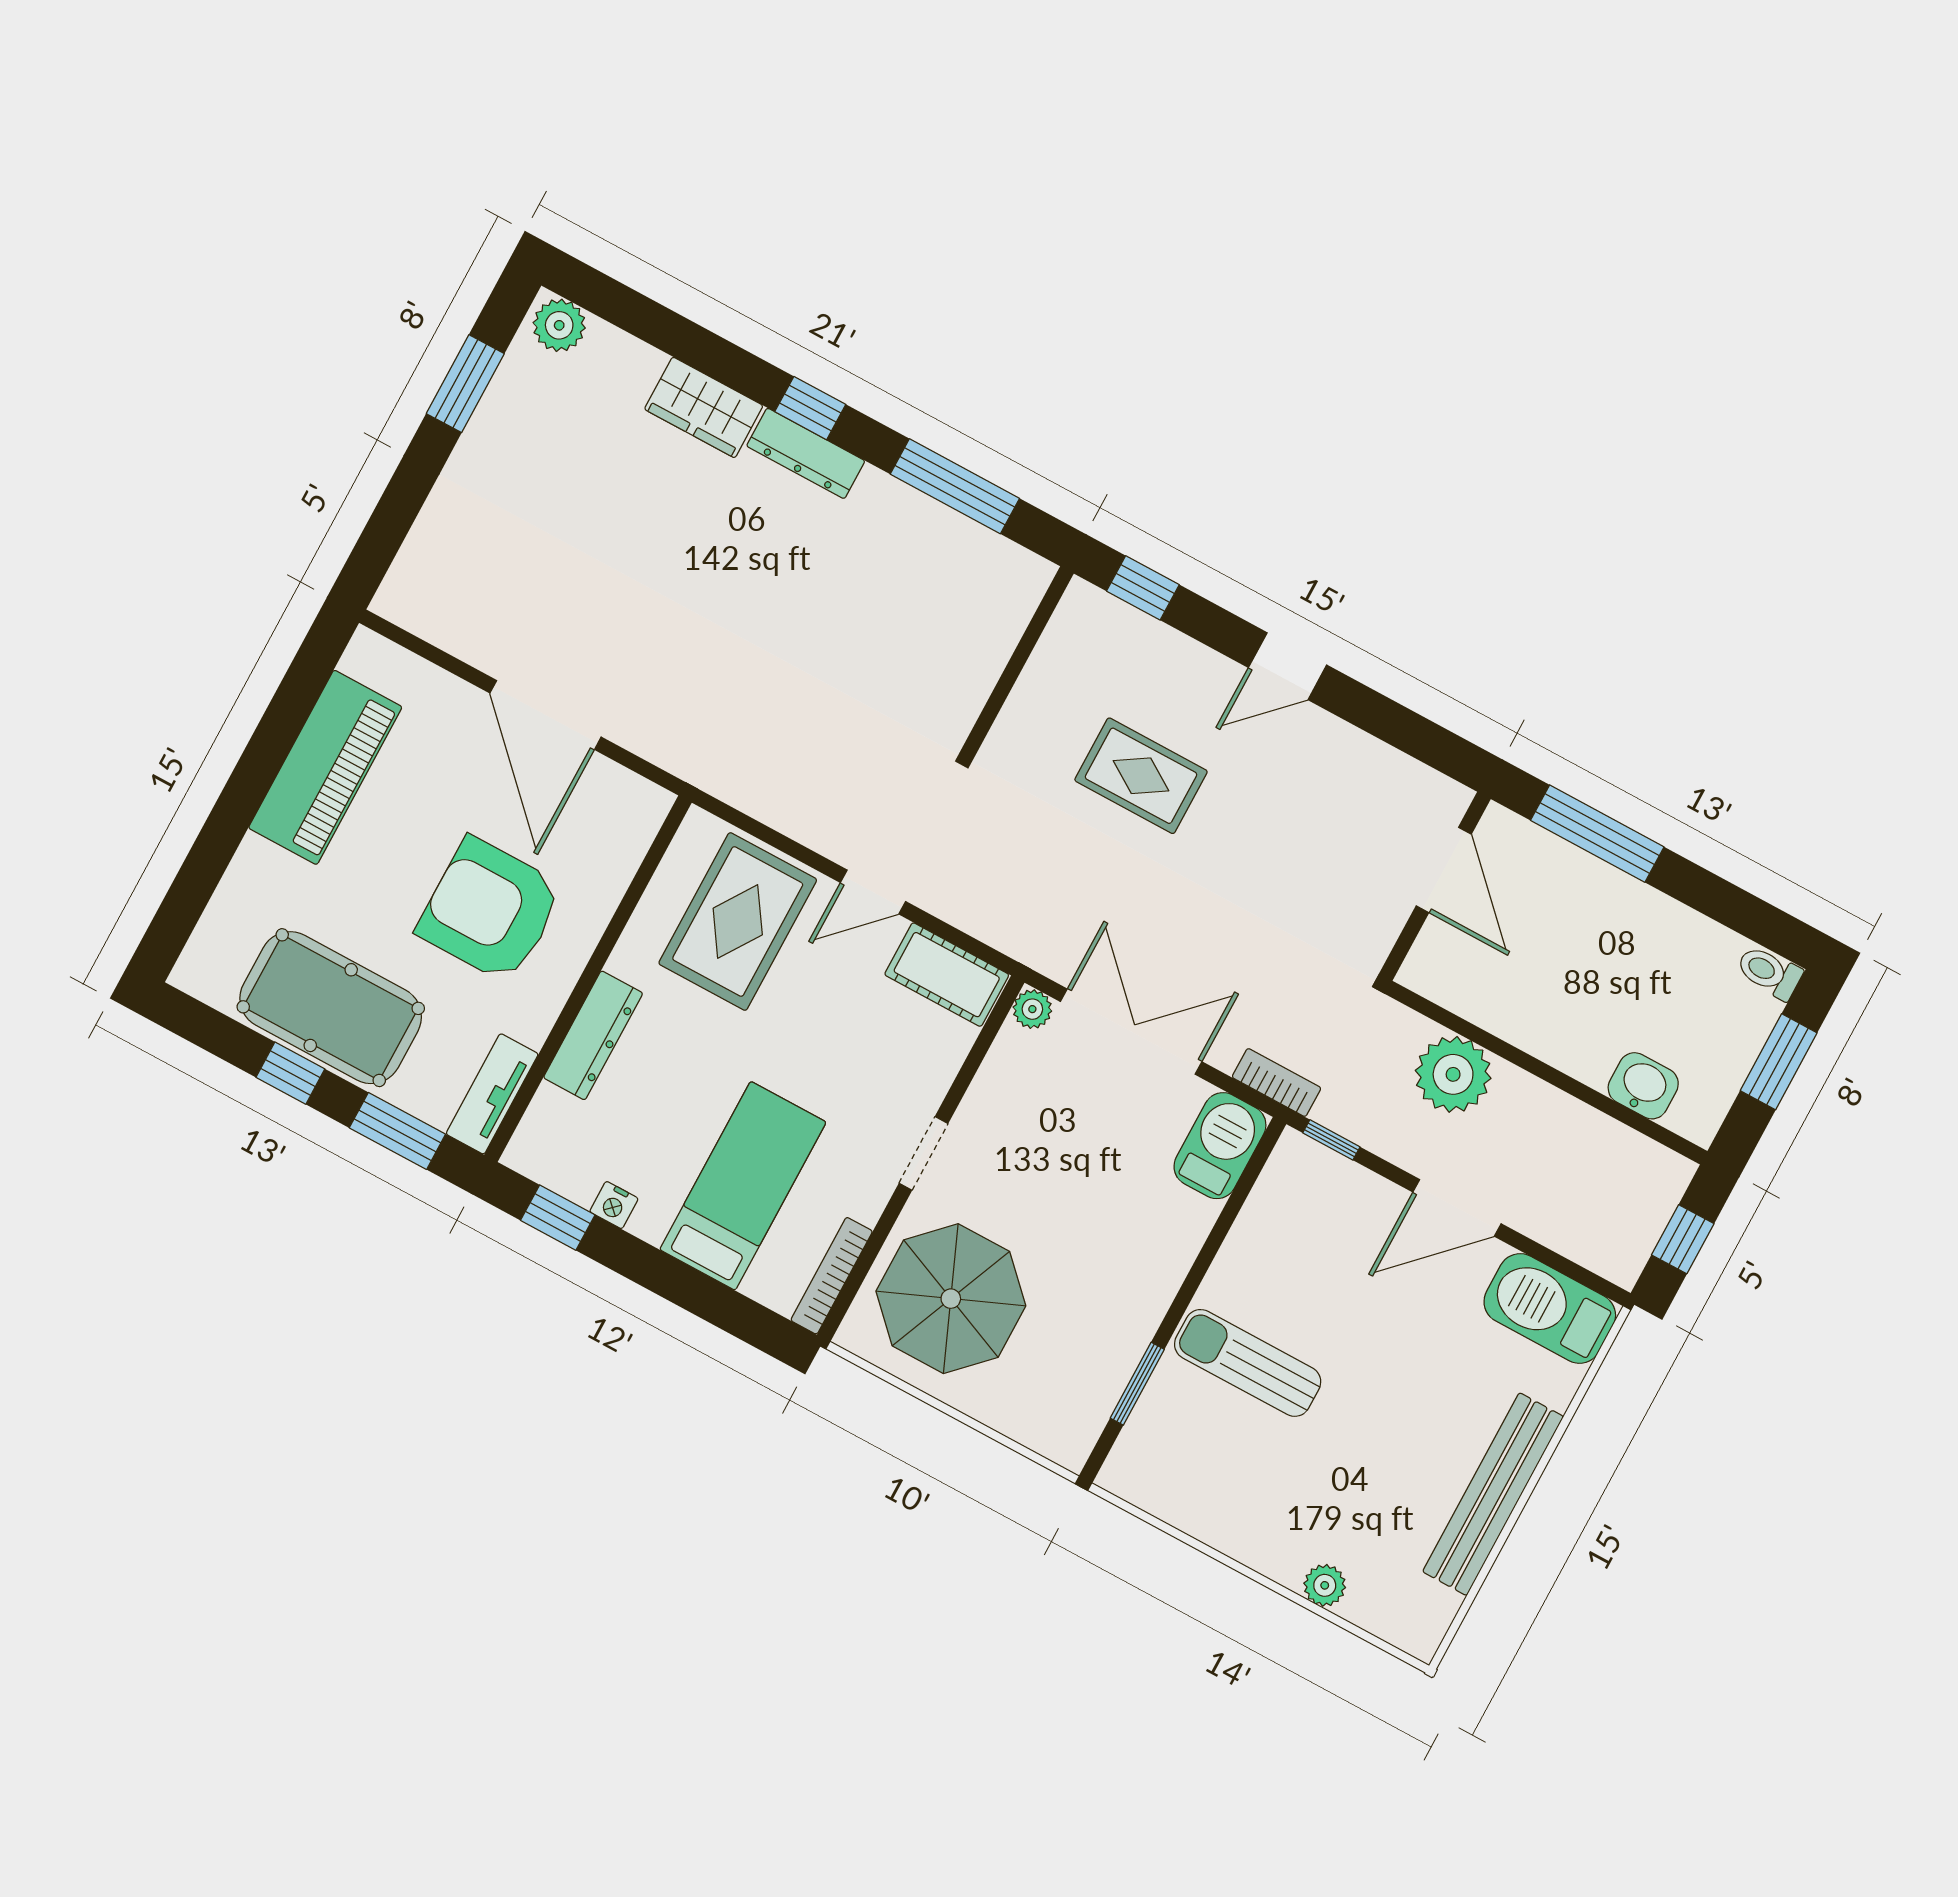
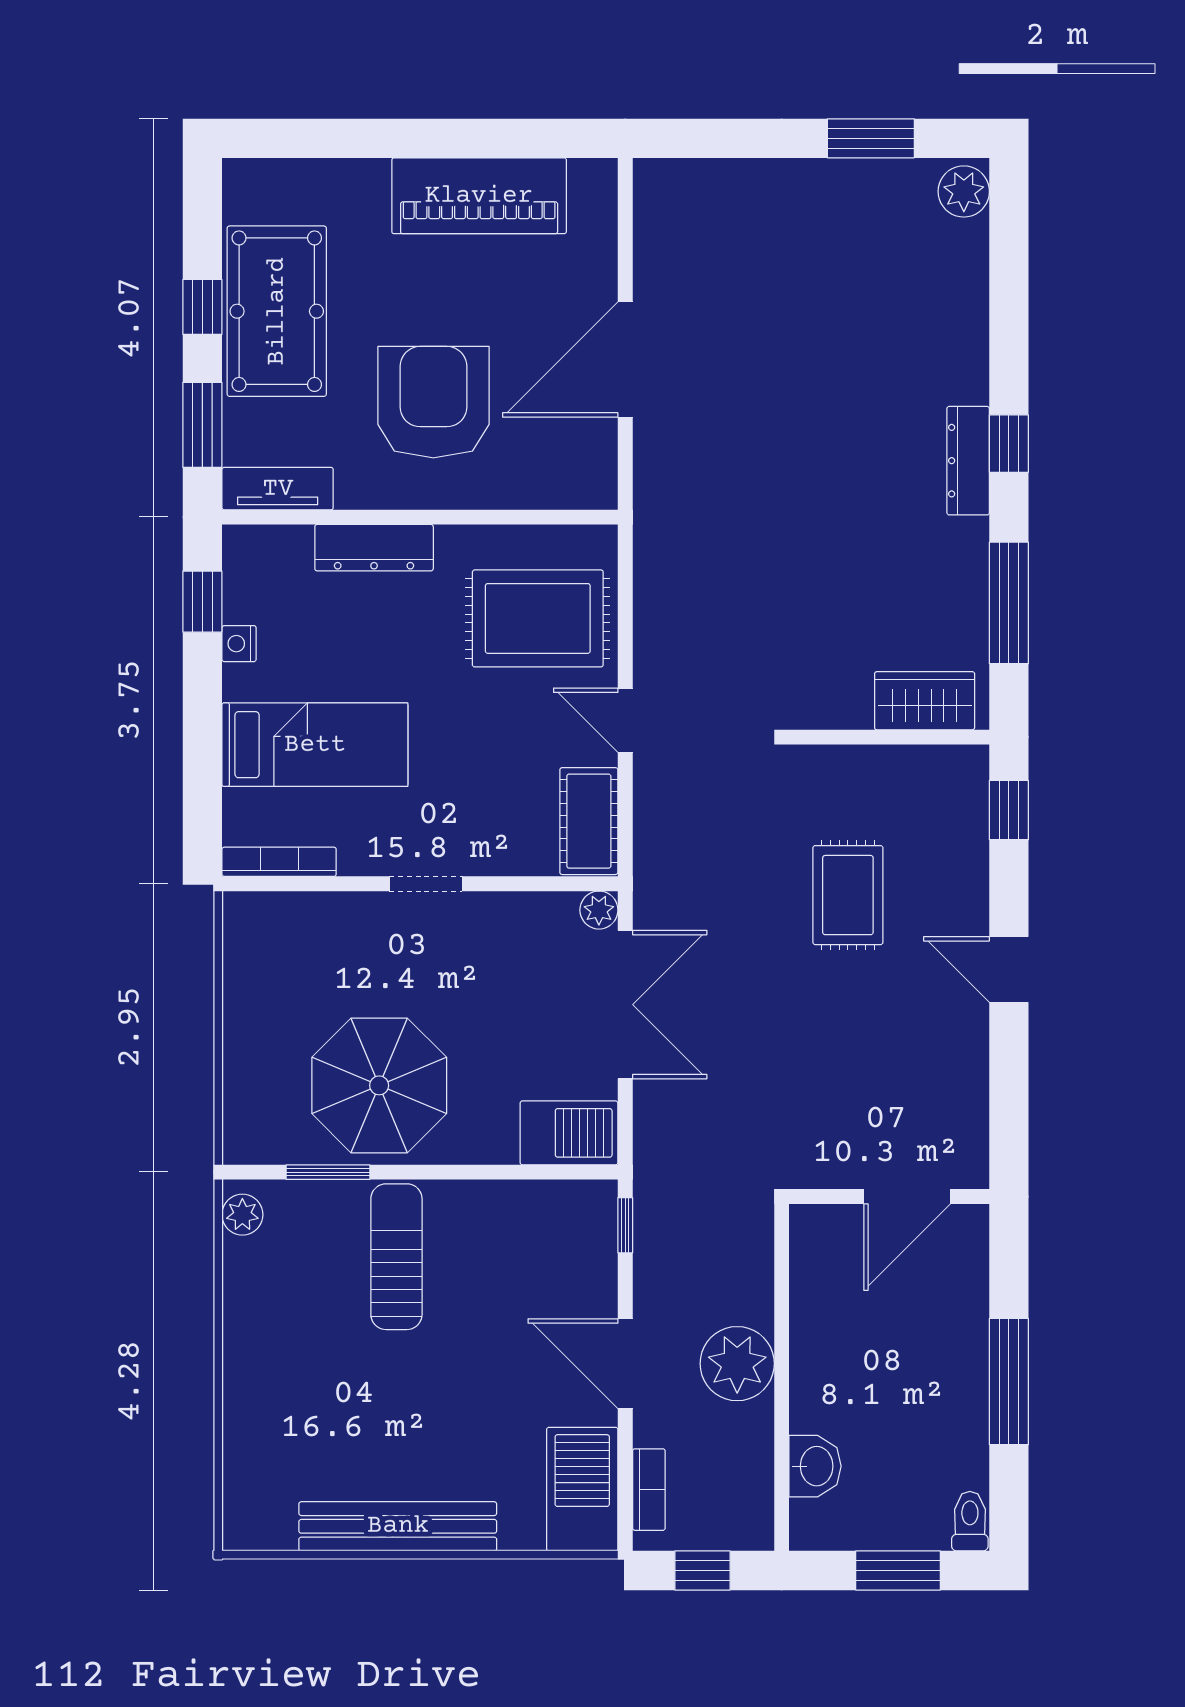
wardrobe: (704, 407) -> (925, 701), moved, turned 90
window: (1597, 834) -> (1009, 1382), moved
plant: (1453, 1074) -> (737, 1364), moved
bookcase: (1276, 1083) -> (649, 1490), moved
parasol: (951, 1299) -> (379, 1085), moved
plant: (1325, 1585) -> (242, 1215), moved

